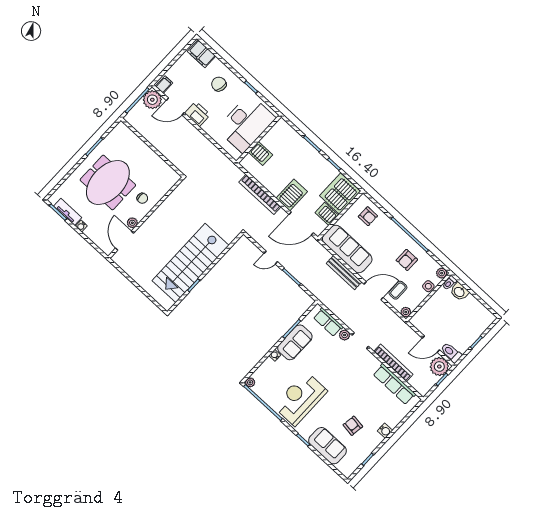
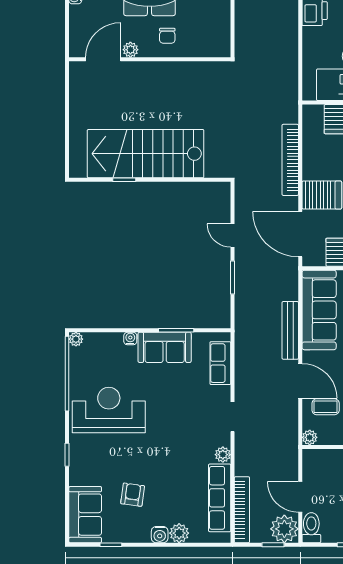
plant: (345, 335) -> (223, 455), moved
bookcase: (393, 363) -> (242, 510), moved
plant: (393, 420) -> (179, 533), added
sofa: (327, 446) -> (85, 515), moved

